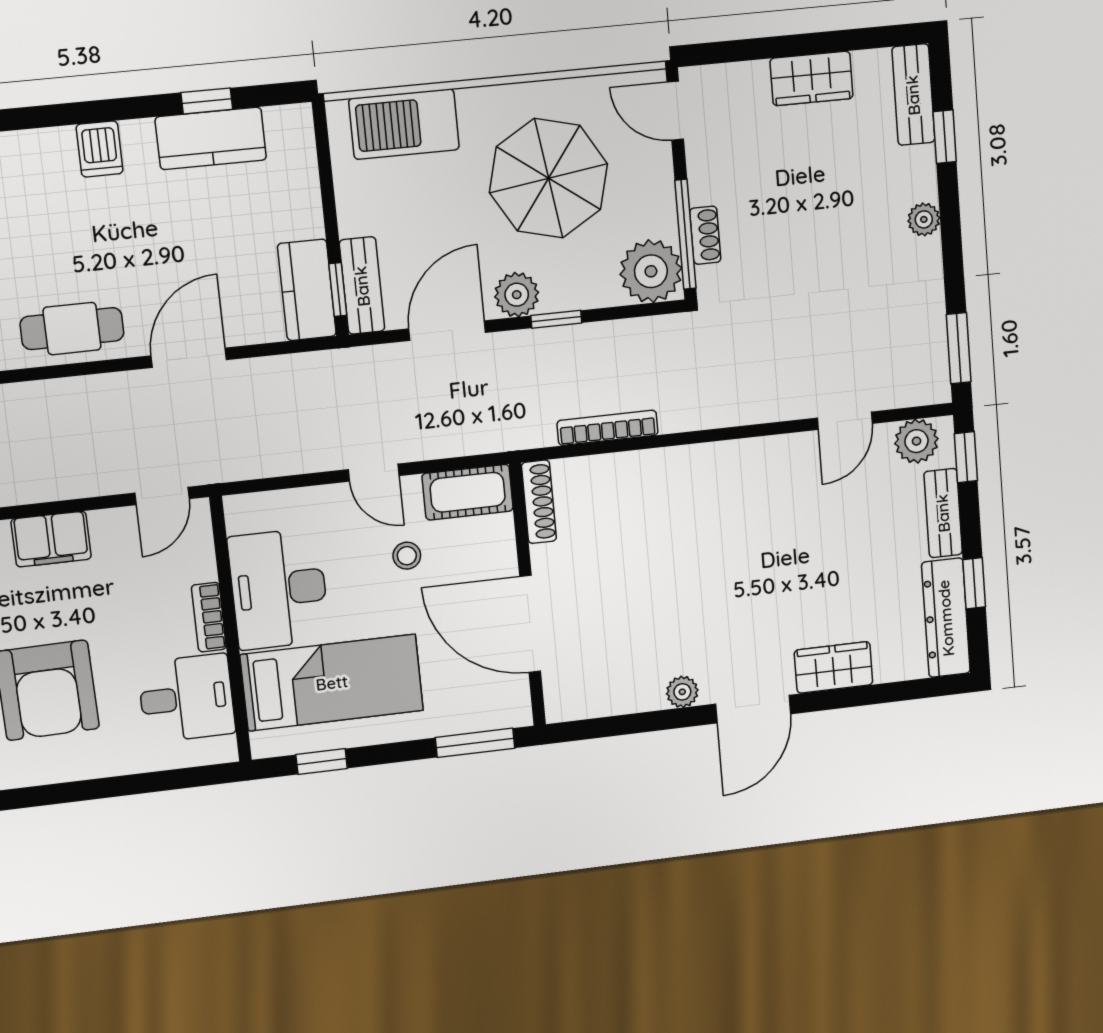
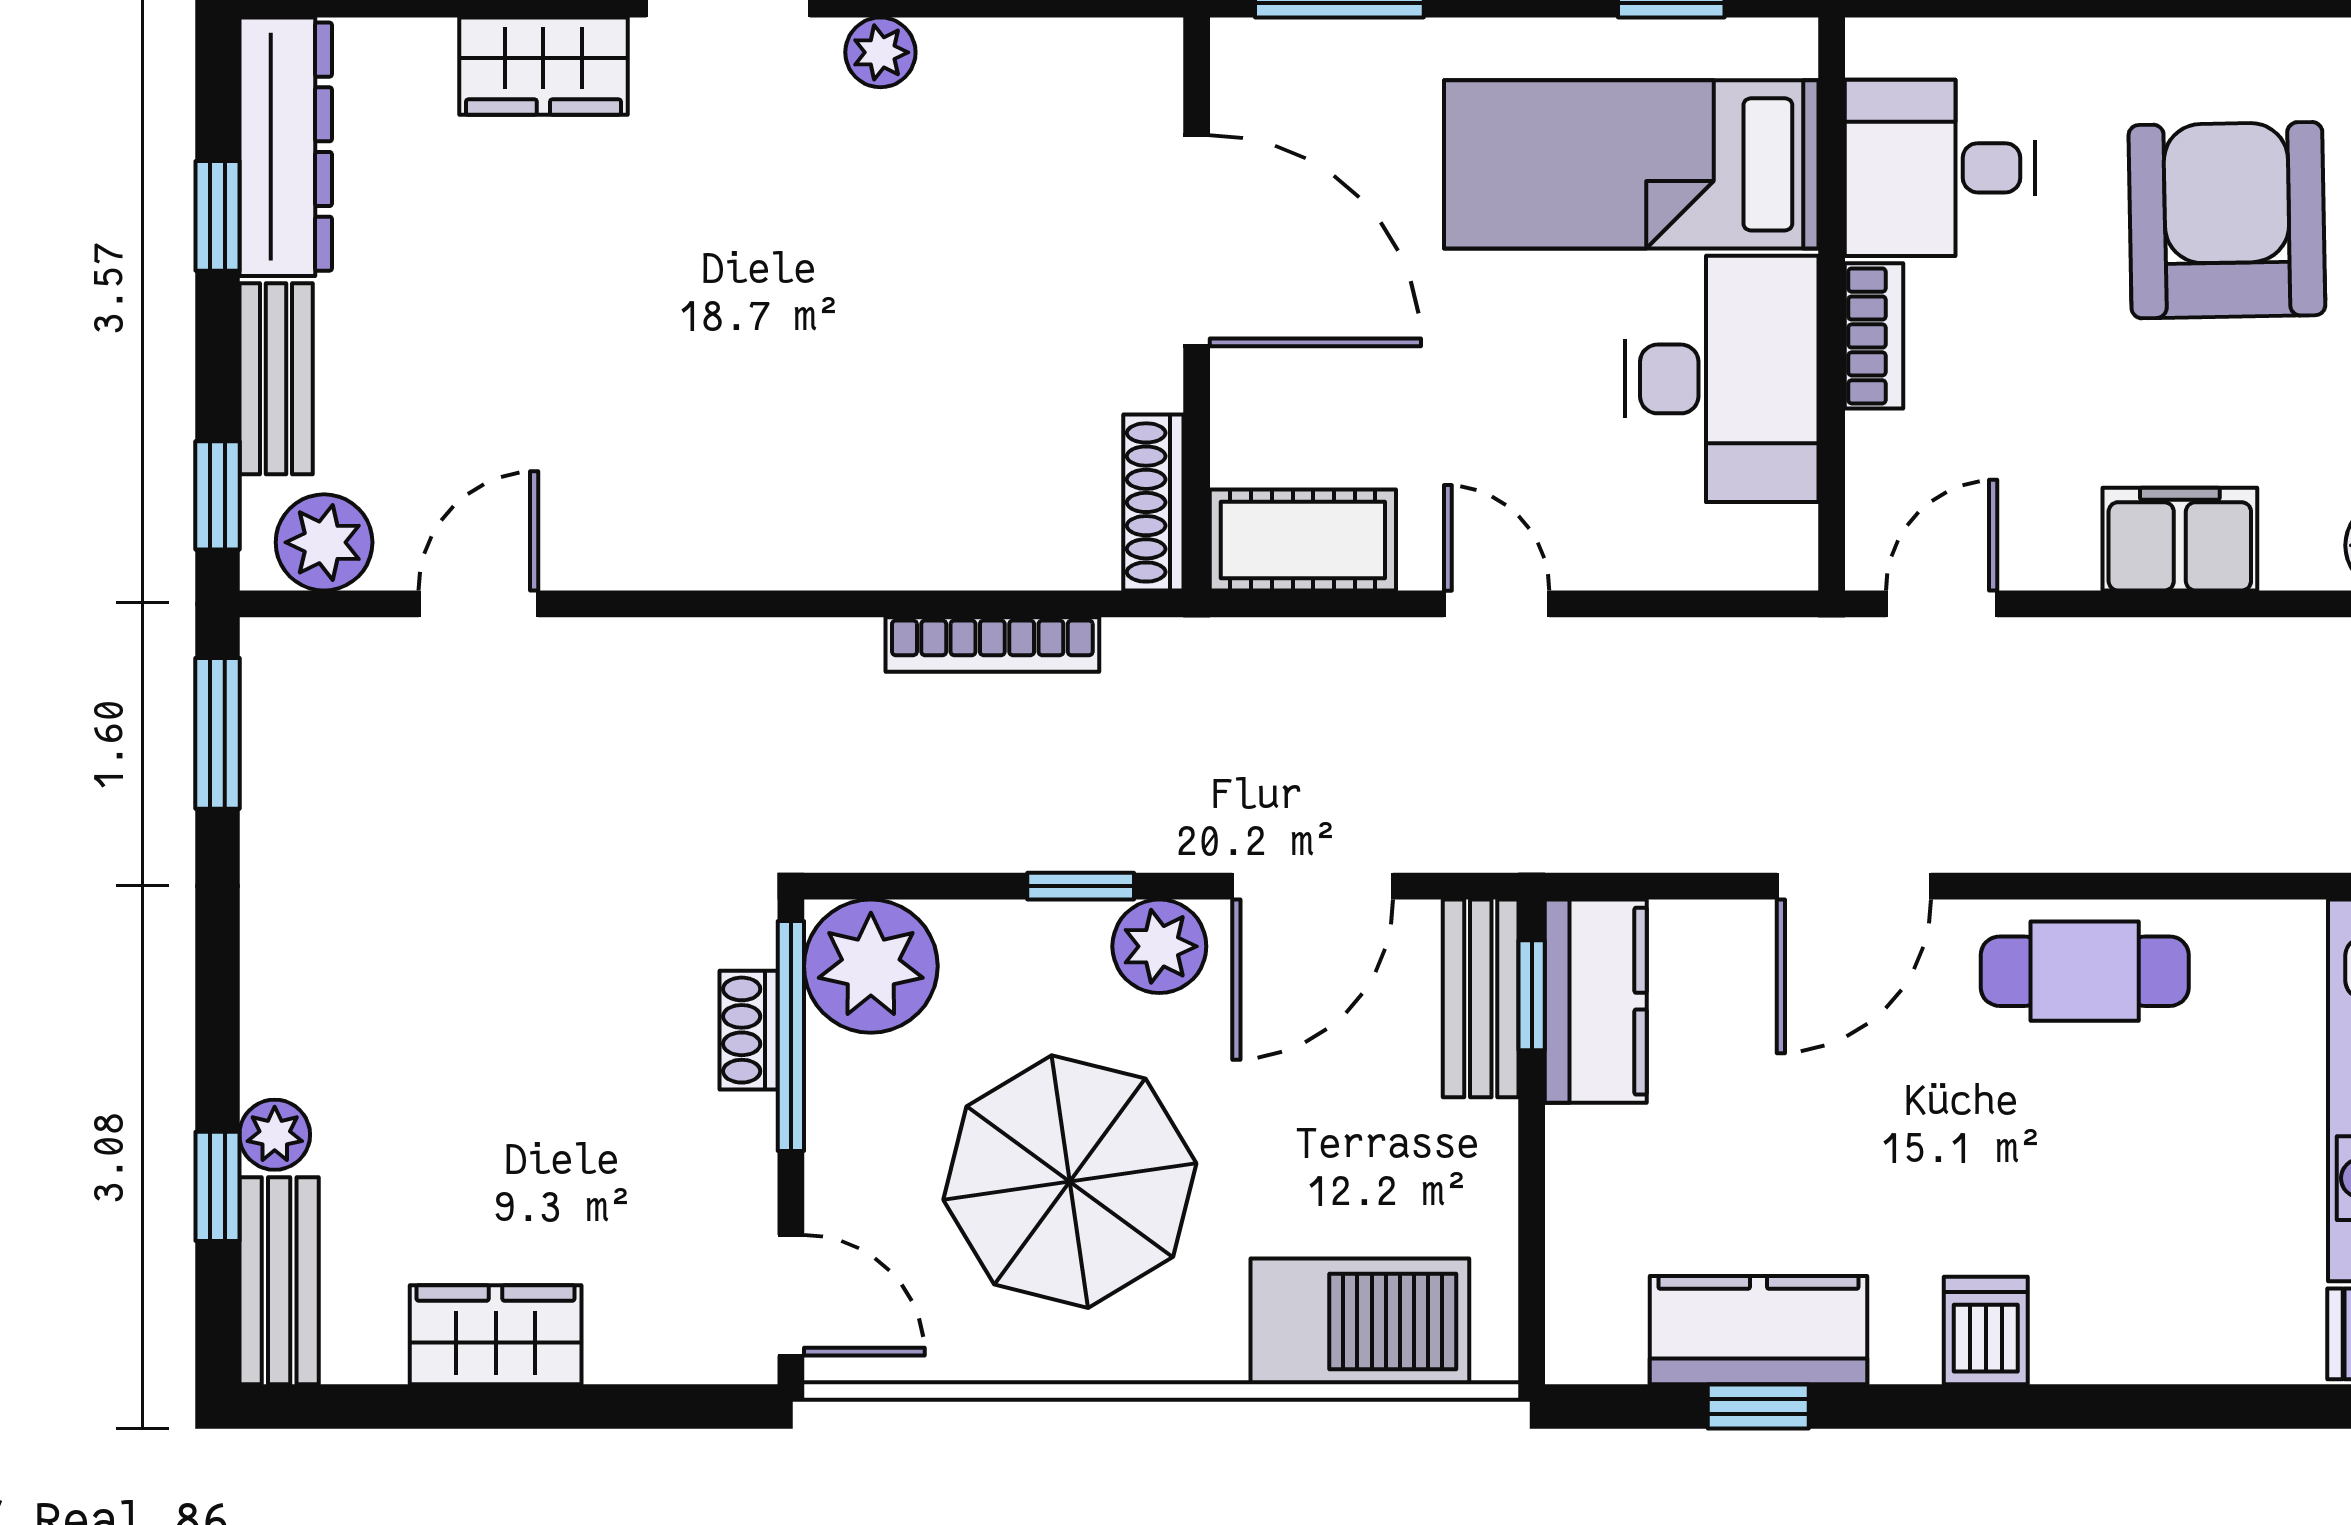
plant: (924, 219) -> (275, 1135), moved
stool: (407, 556) -> (1445, 419), removed

